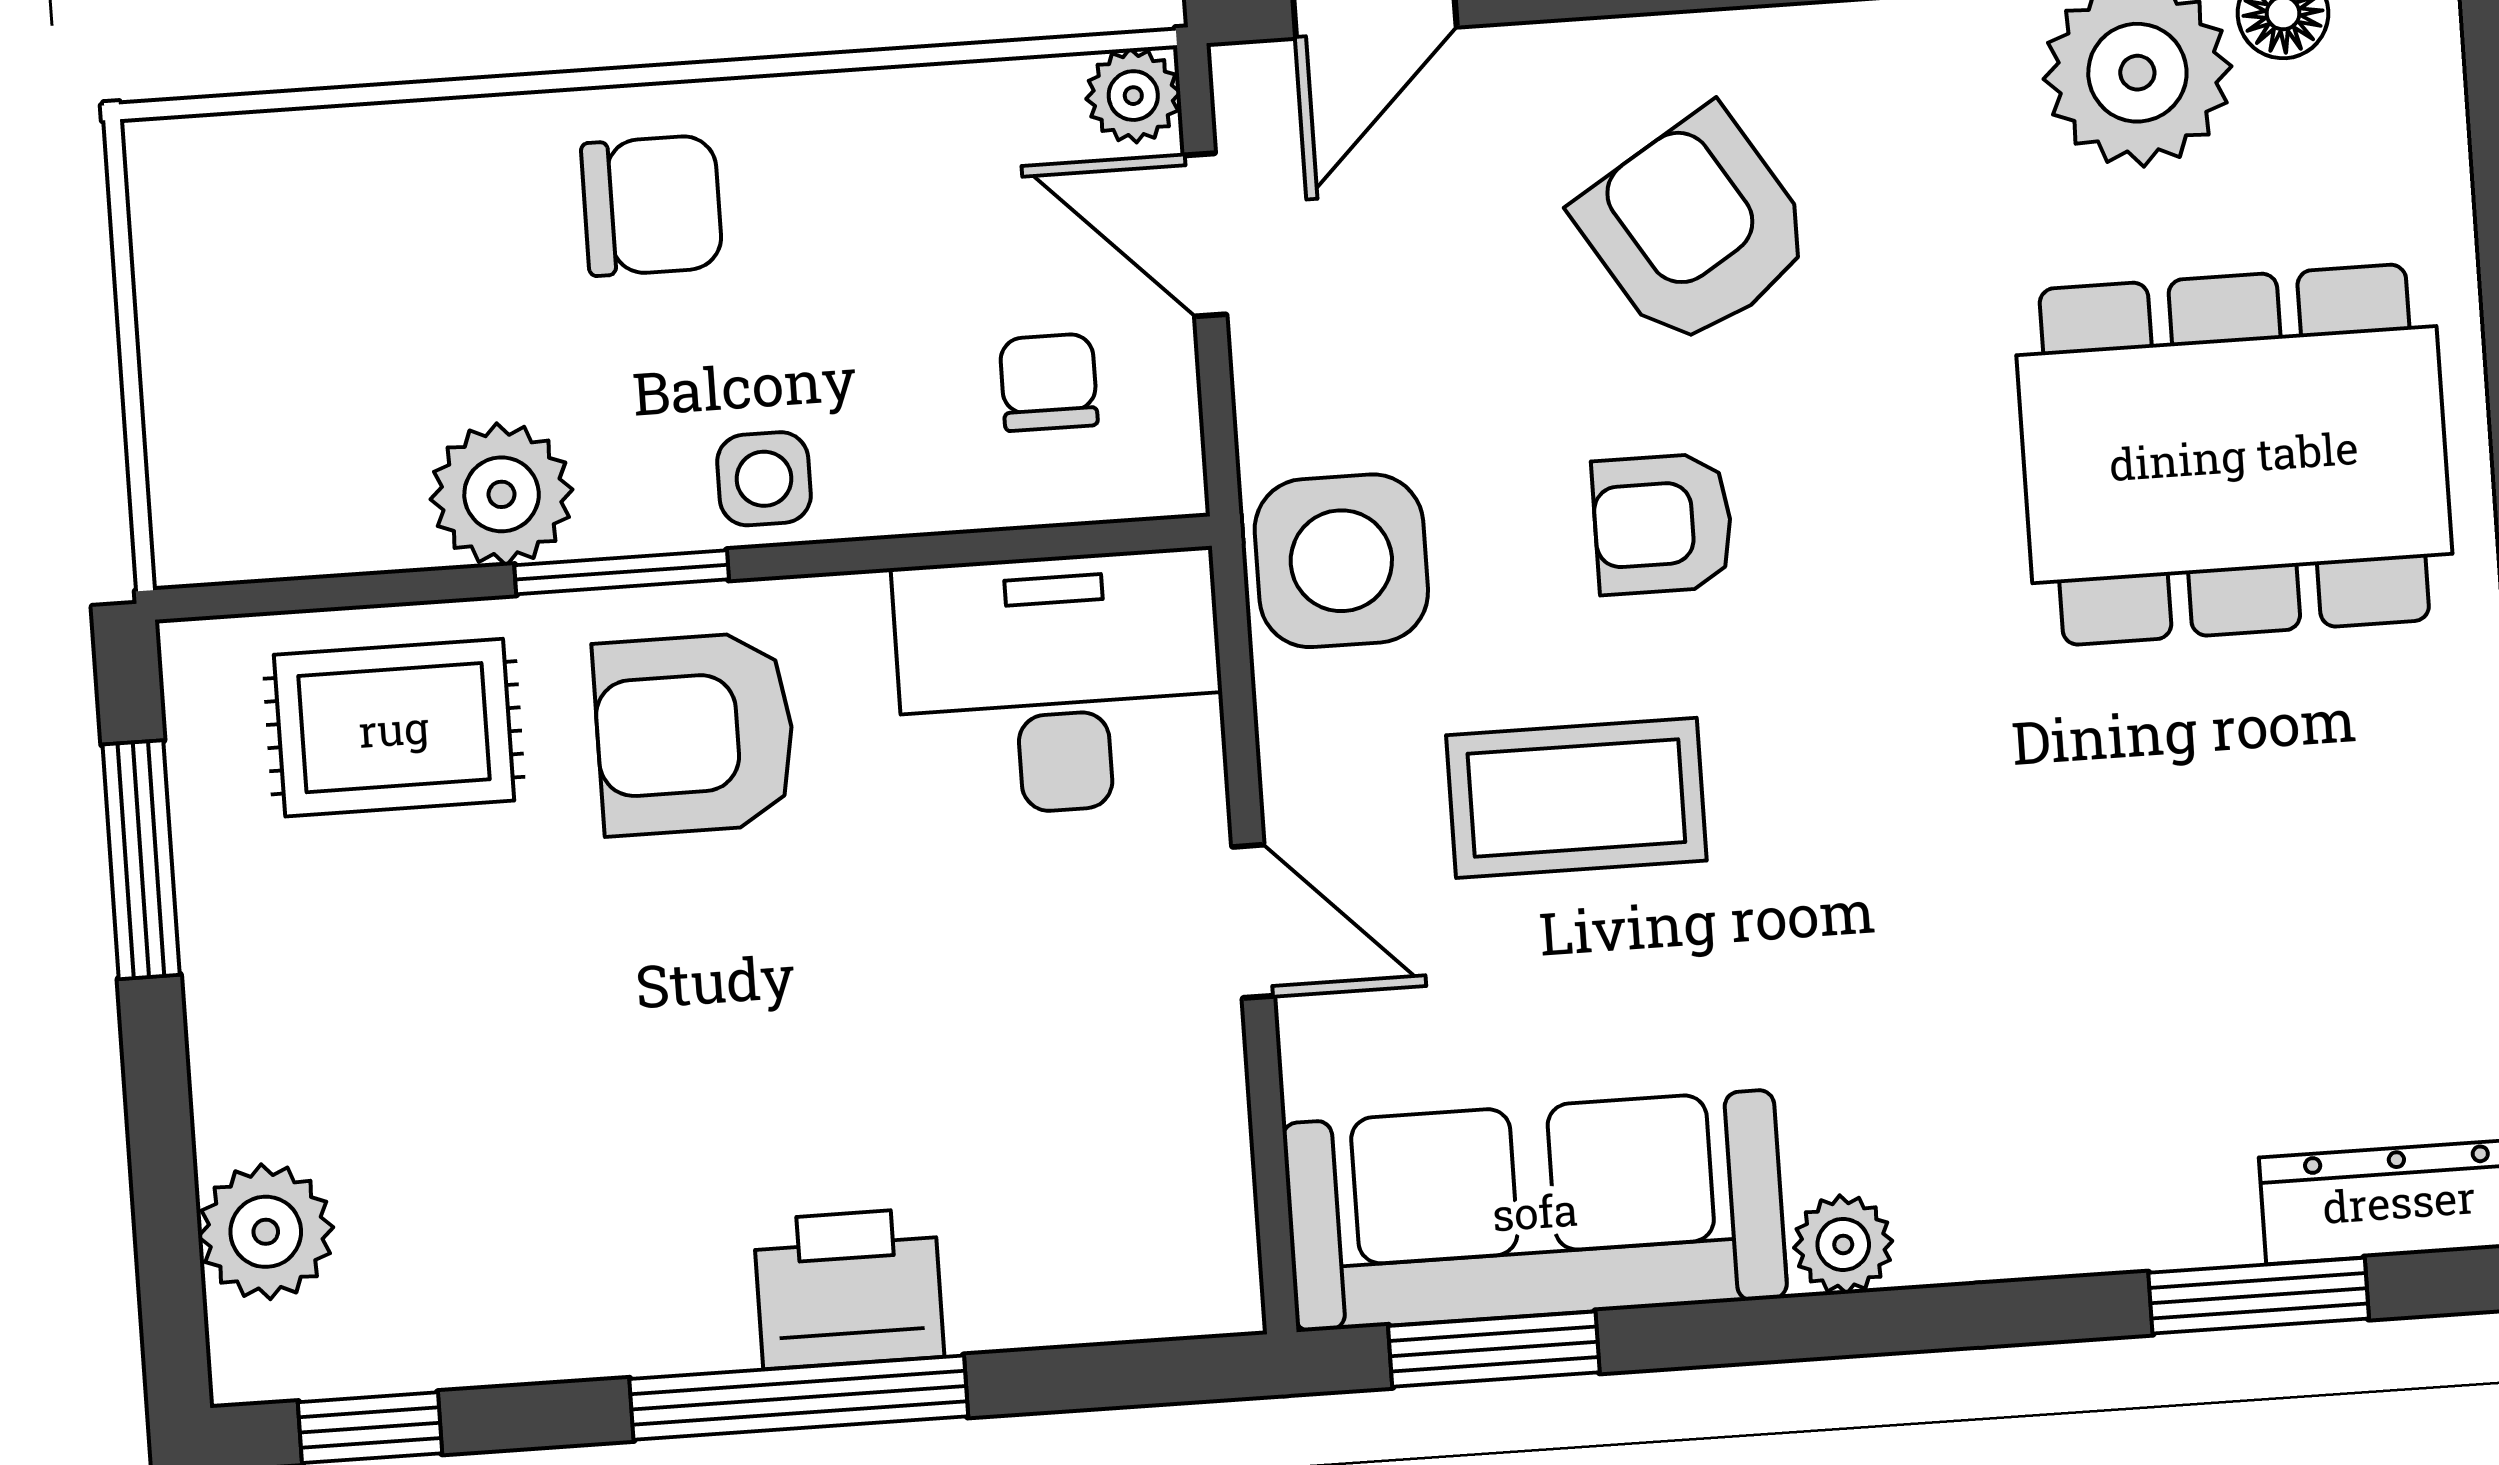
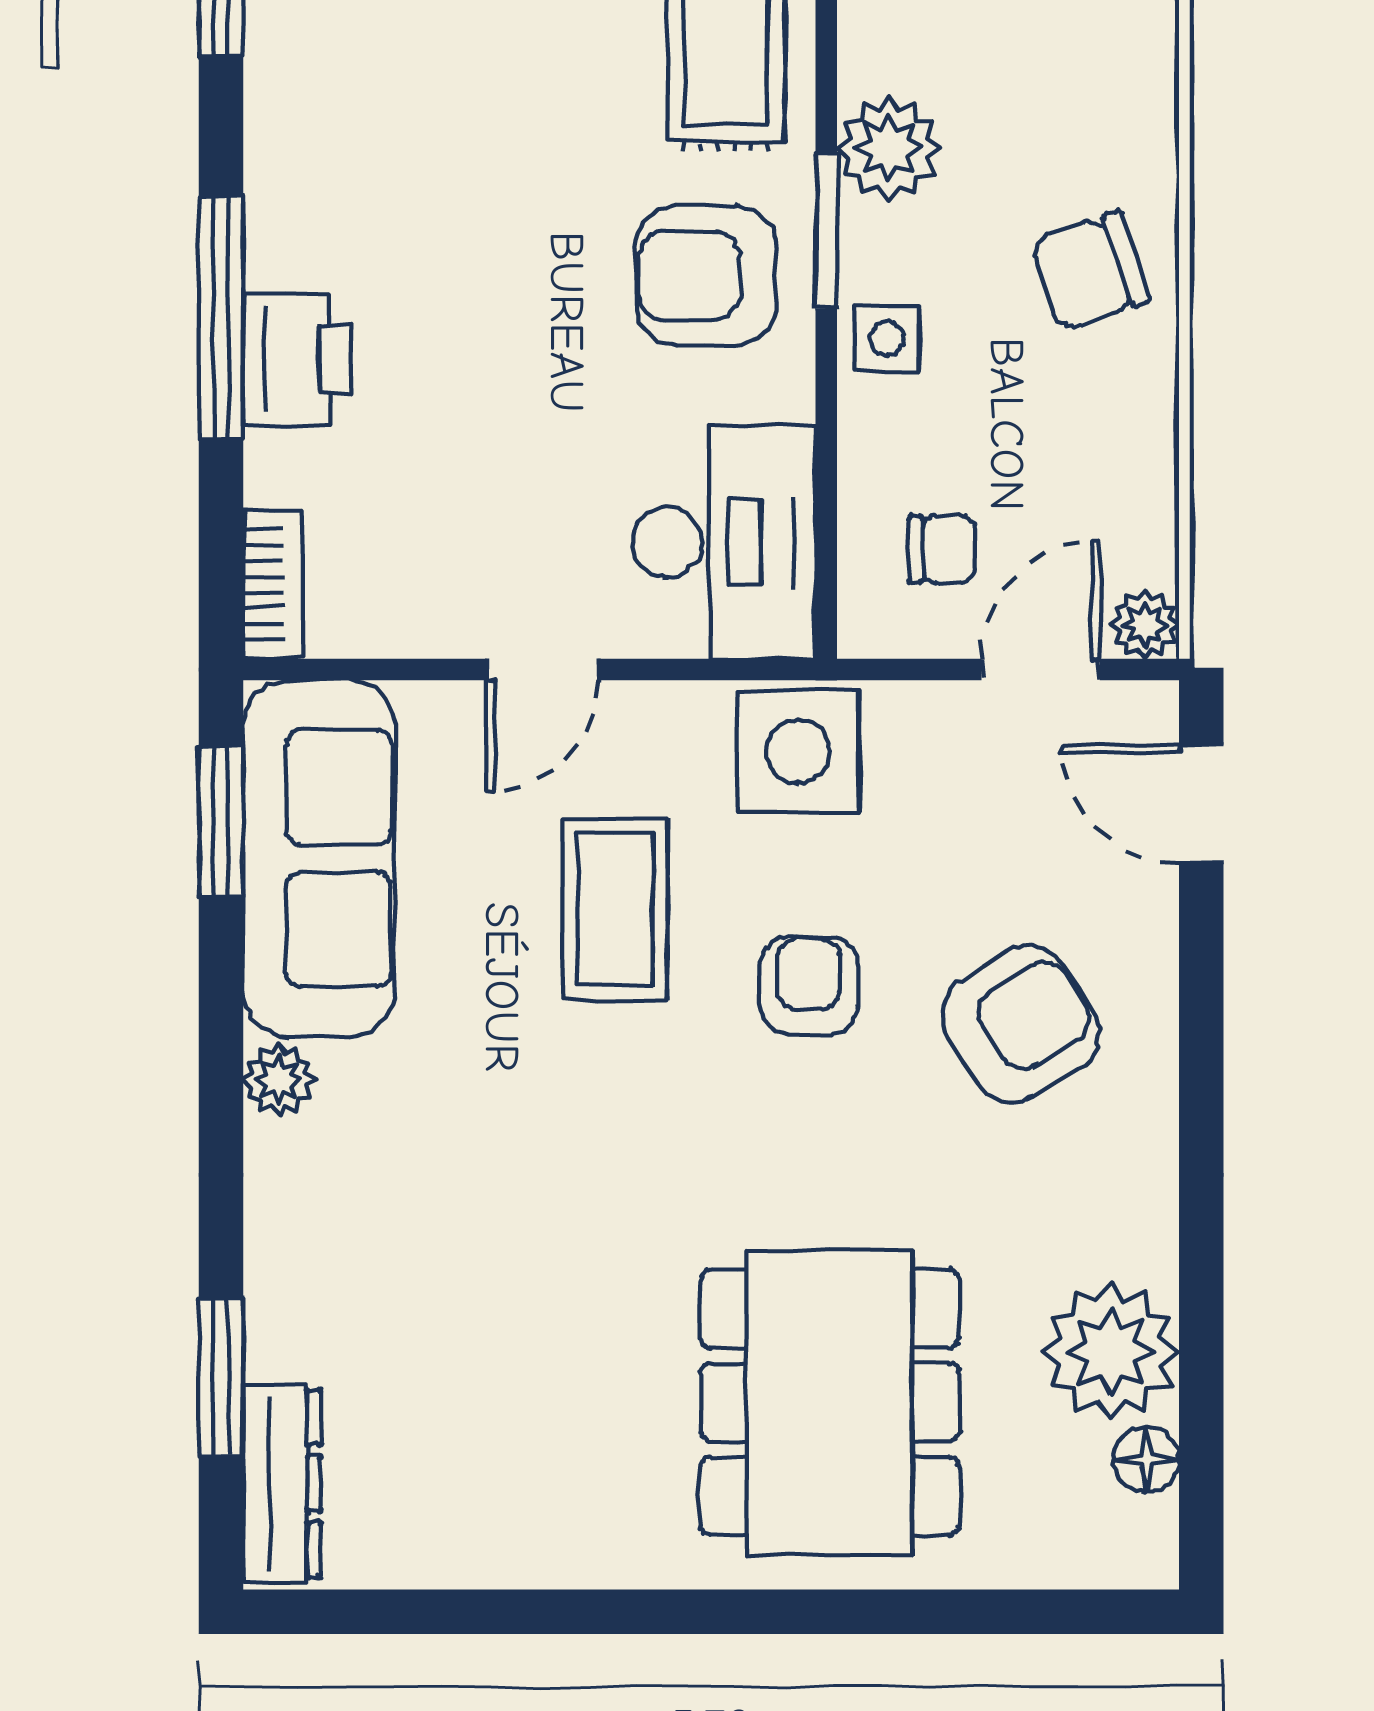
chair: (652, 205) -> (1090, 271), turned 71
armchair: (695, 734) -> (706, 276), turned -90
bookcase: (1162, 1300) -> (273, 585), added

